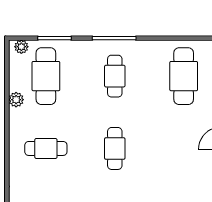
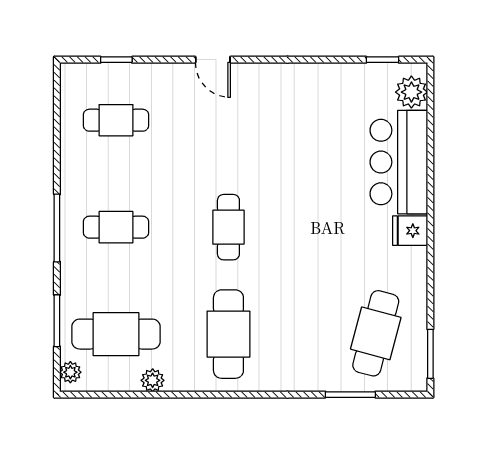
cafe table: (184, 76) -> (116, 120), width x0.73, depth x0.74
cafe table: (46, 148) -> (228, 334), width x1.37, depth x1.35
cafe table: (115, 148) -> (228, 227), turned 90

